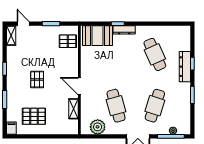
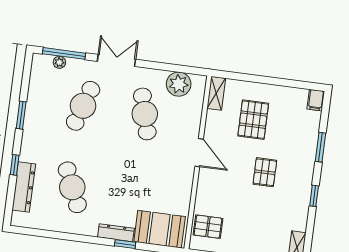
dresser: (185, 67) -> (24, 187), moved
shelving: (74, 109) -> (216, 93), moved
pallet: (34, 116) -> (253, 120), moved, turned 90

